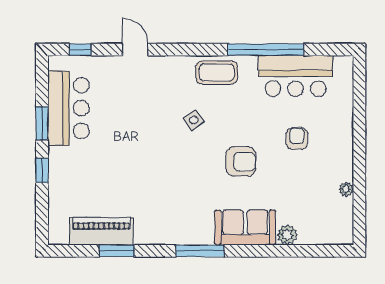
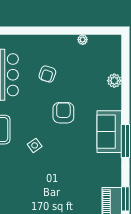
armchair: (297, 138) -> (47, 74), turned -71
sofa: (245, 228) -> (109, 132), moved

